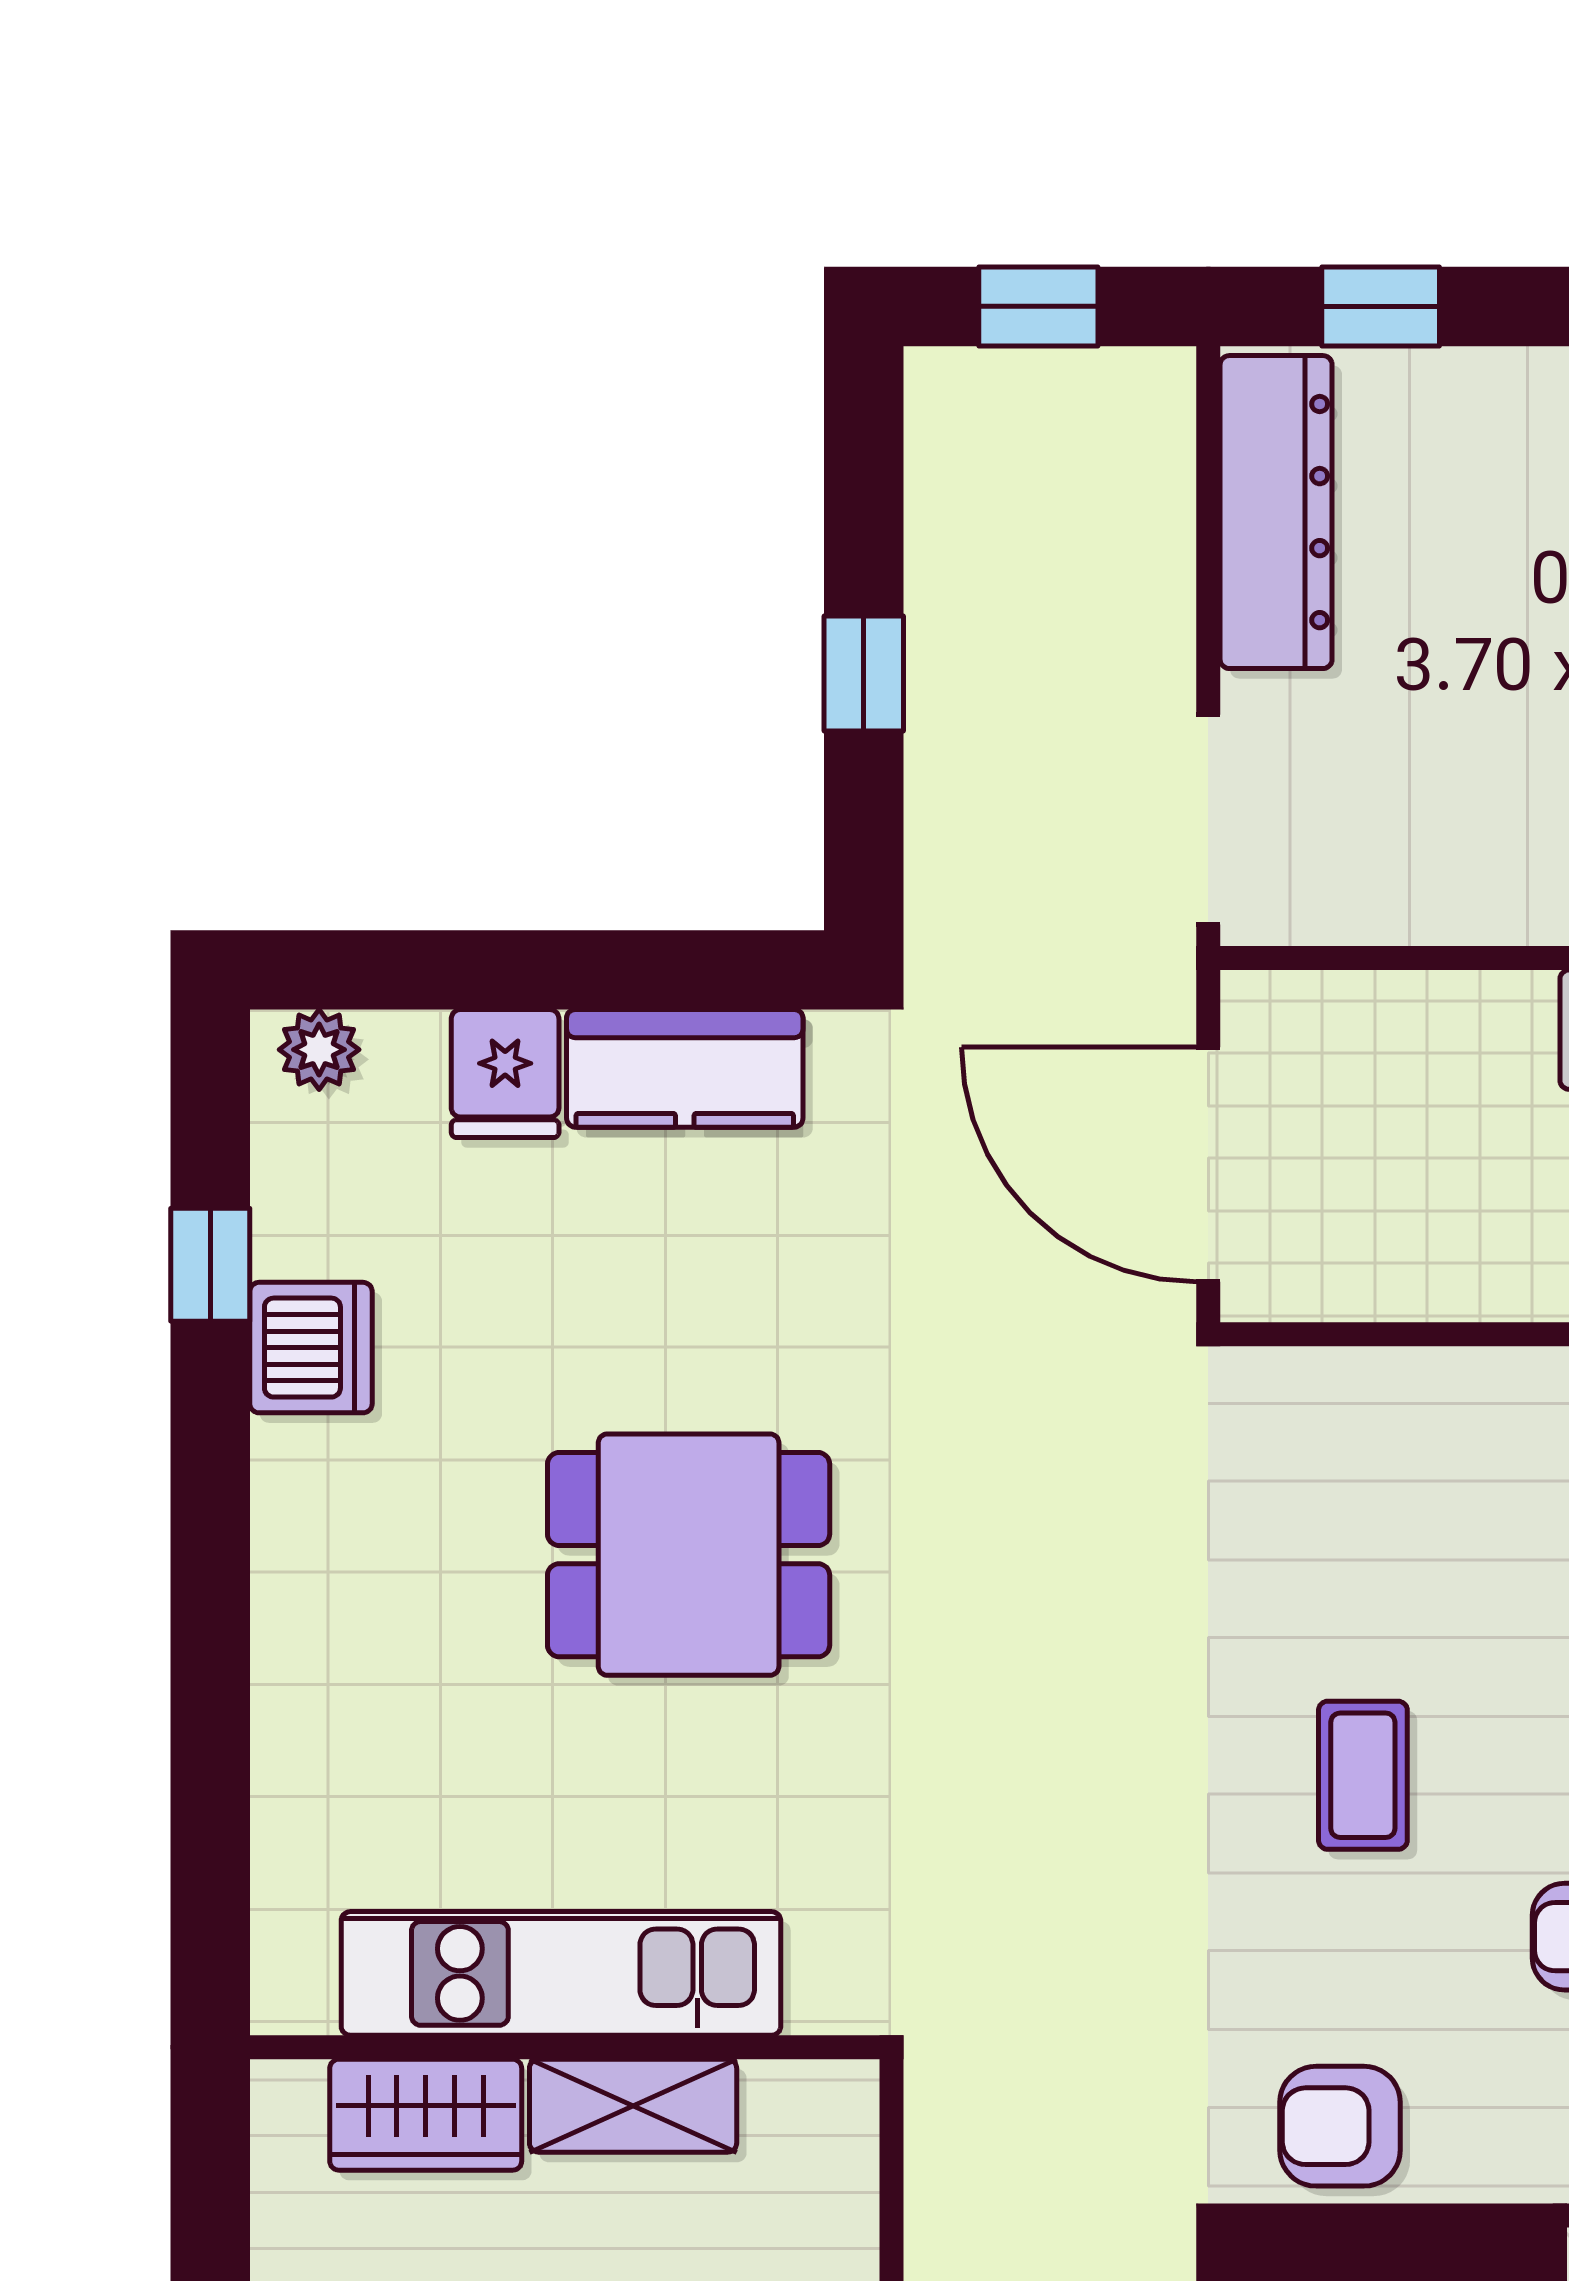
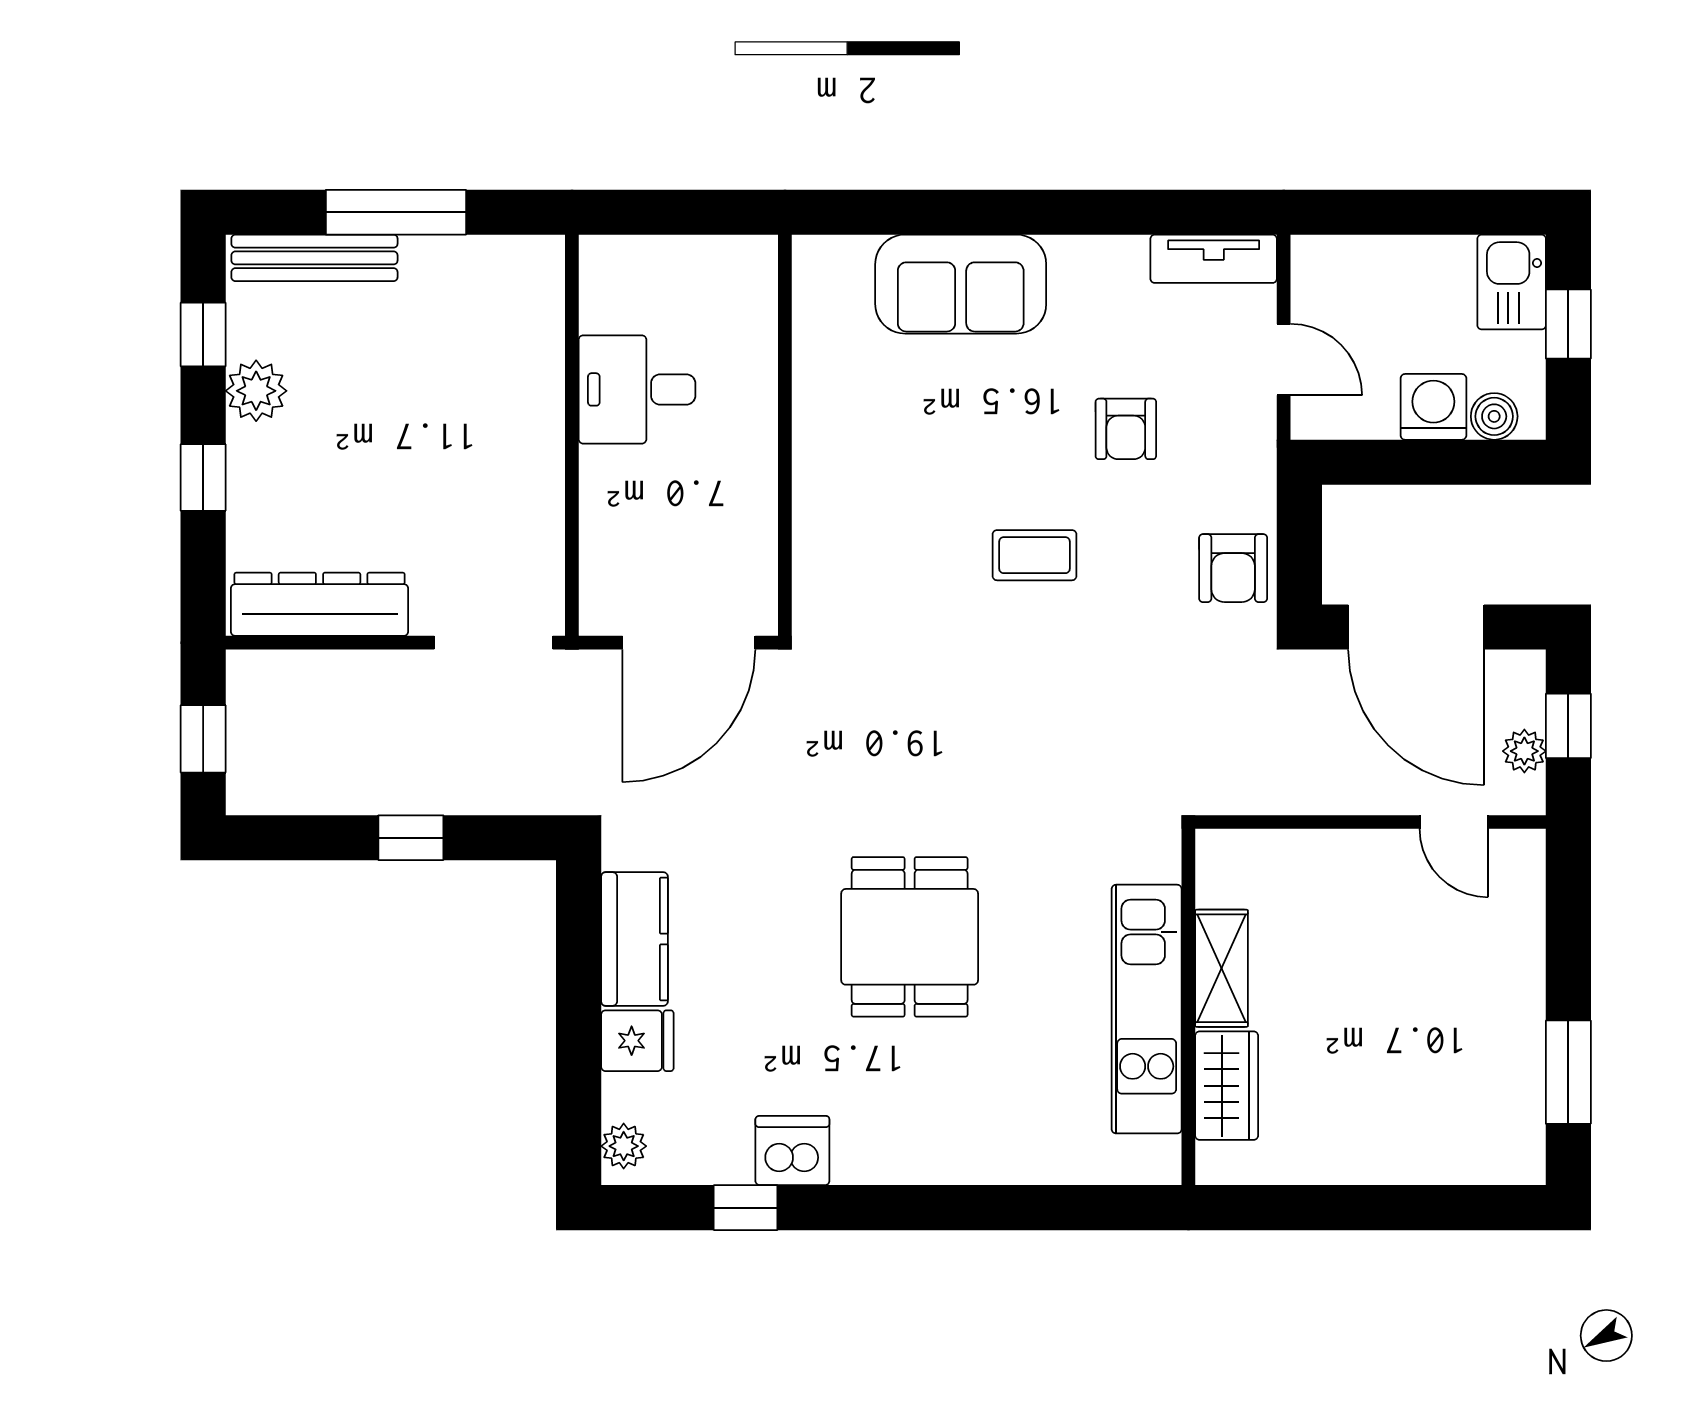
window: (1381, 306) -> (203, 478), moved

